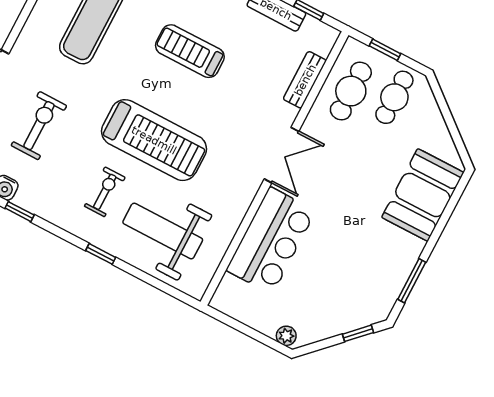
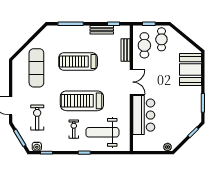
treadmill: (190, 51) -> (78, 61), width x1.37, depth x1.38
treadmill: (154, 140) -> (82, 101), turned 180

